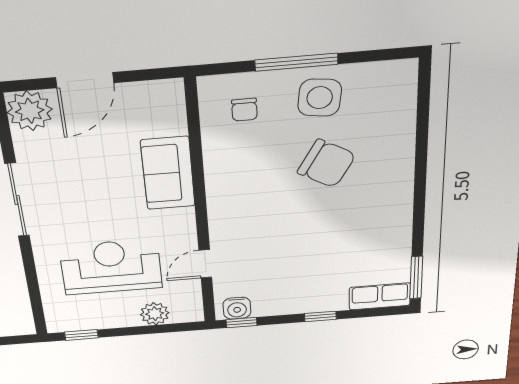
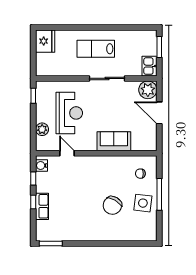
row of seats: (380, 296) -> (42, 206), moved
window: (241, 323) -> (33, 178), moved

